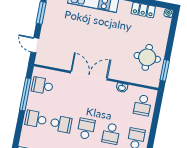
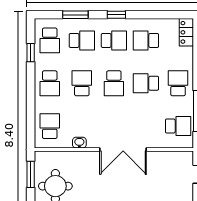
school desk: (36, 119) -> (178, 83), turned -90

